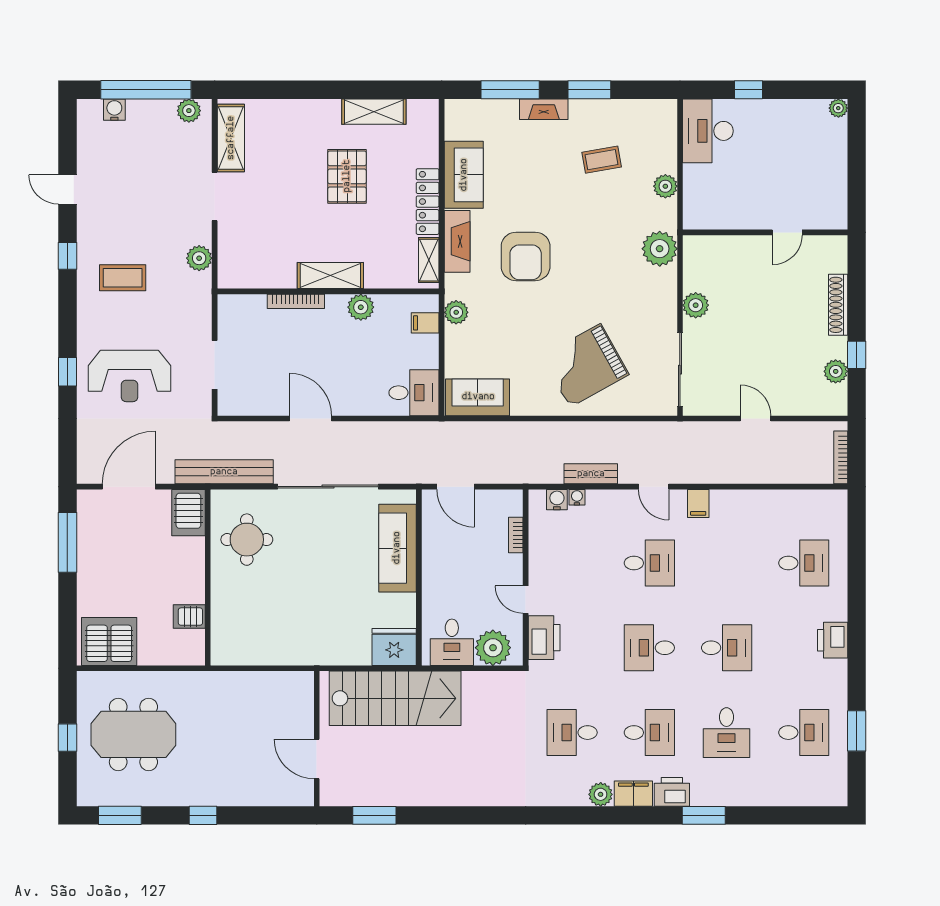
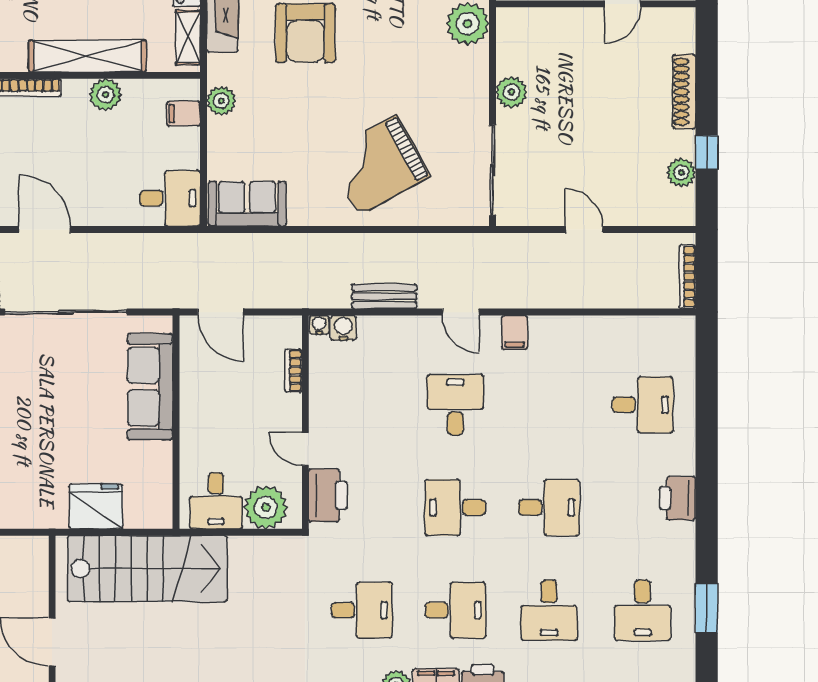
shelving: (330, 275) -> (87, 56), width x1.47
water cooler: (577, 497) -> (319, 325), moved
desk: (649, 563) -> (455, 405), turned -90
fridge: (394, 647) -> (96, 506), moved
desk: (572, 733) -> (362, 610), turned 180
desk: (804, 733) -> (643, 610), turned 90

